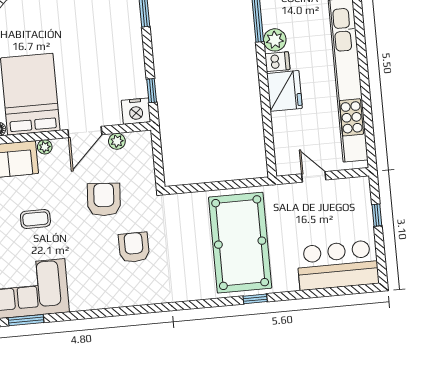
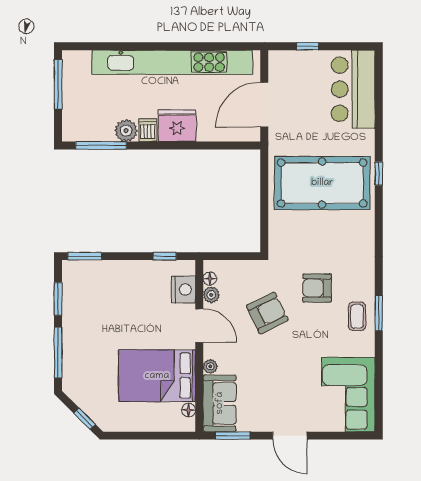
nightstand: (136, 111) -> (183, 290), moved
floor lamp: (133, 138) -> (210, 279), added
door: (314, 177) -> (264, 105), width x1.88
armchair: (104, 200) -> (267, 313), turned 150
coffee table: (35, 219) -> (357, 316), moved
window: (26, 320) -> (379, 313), moved

